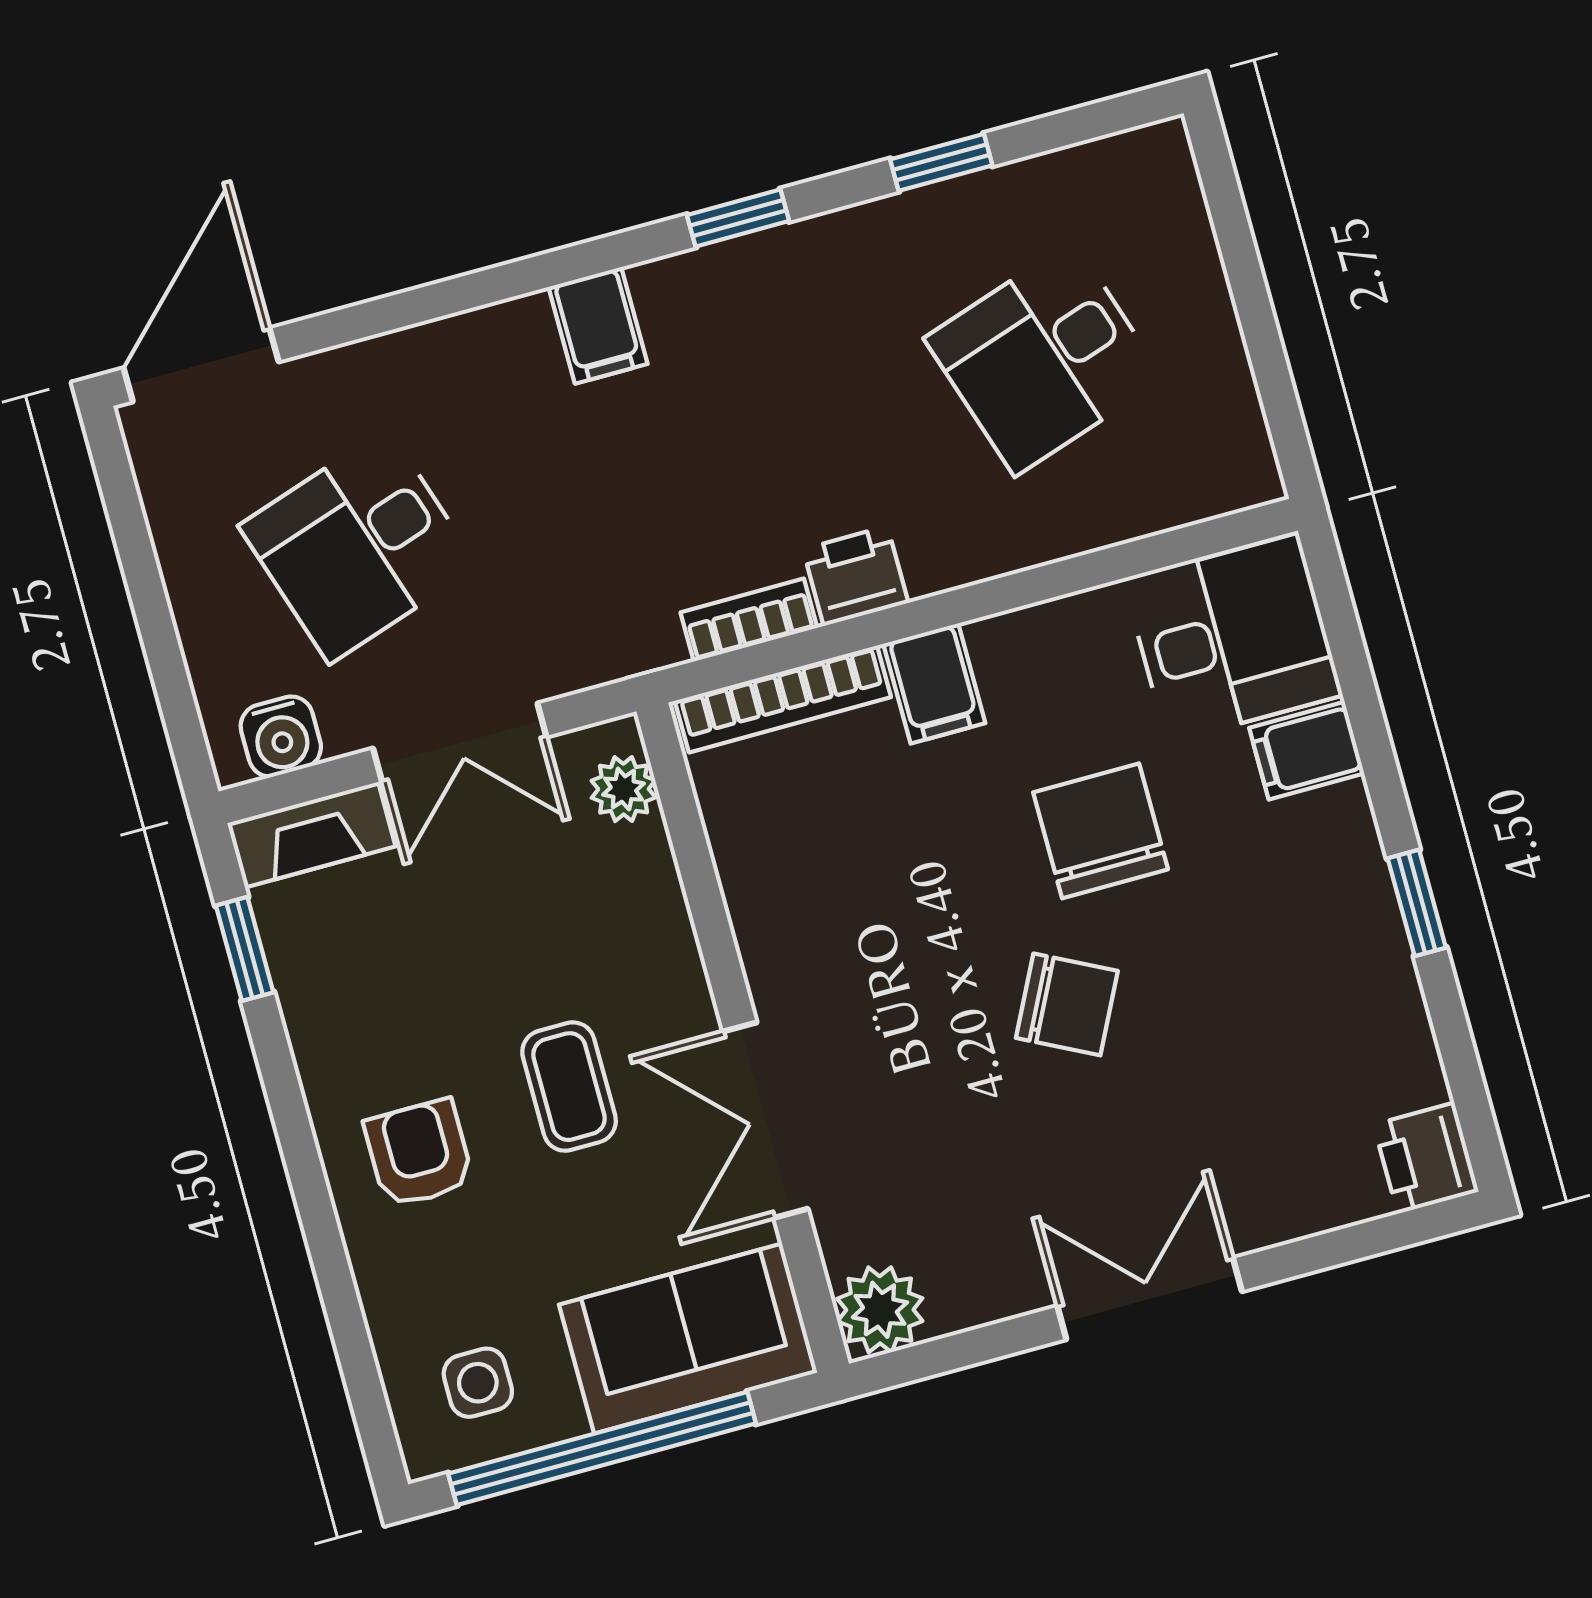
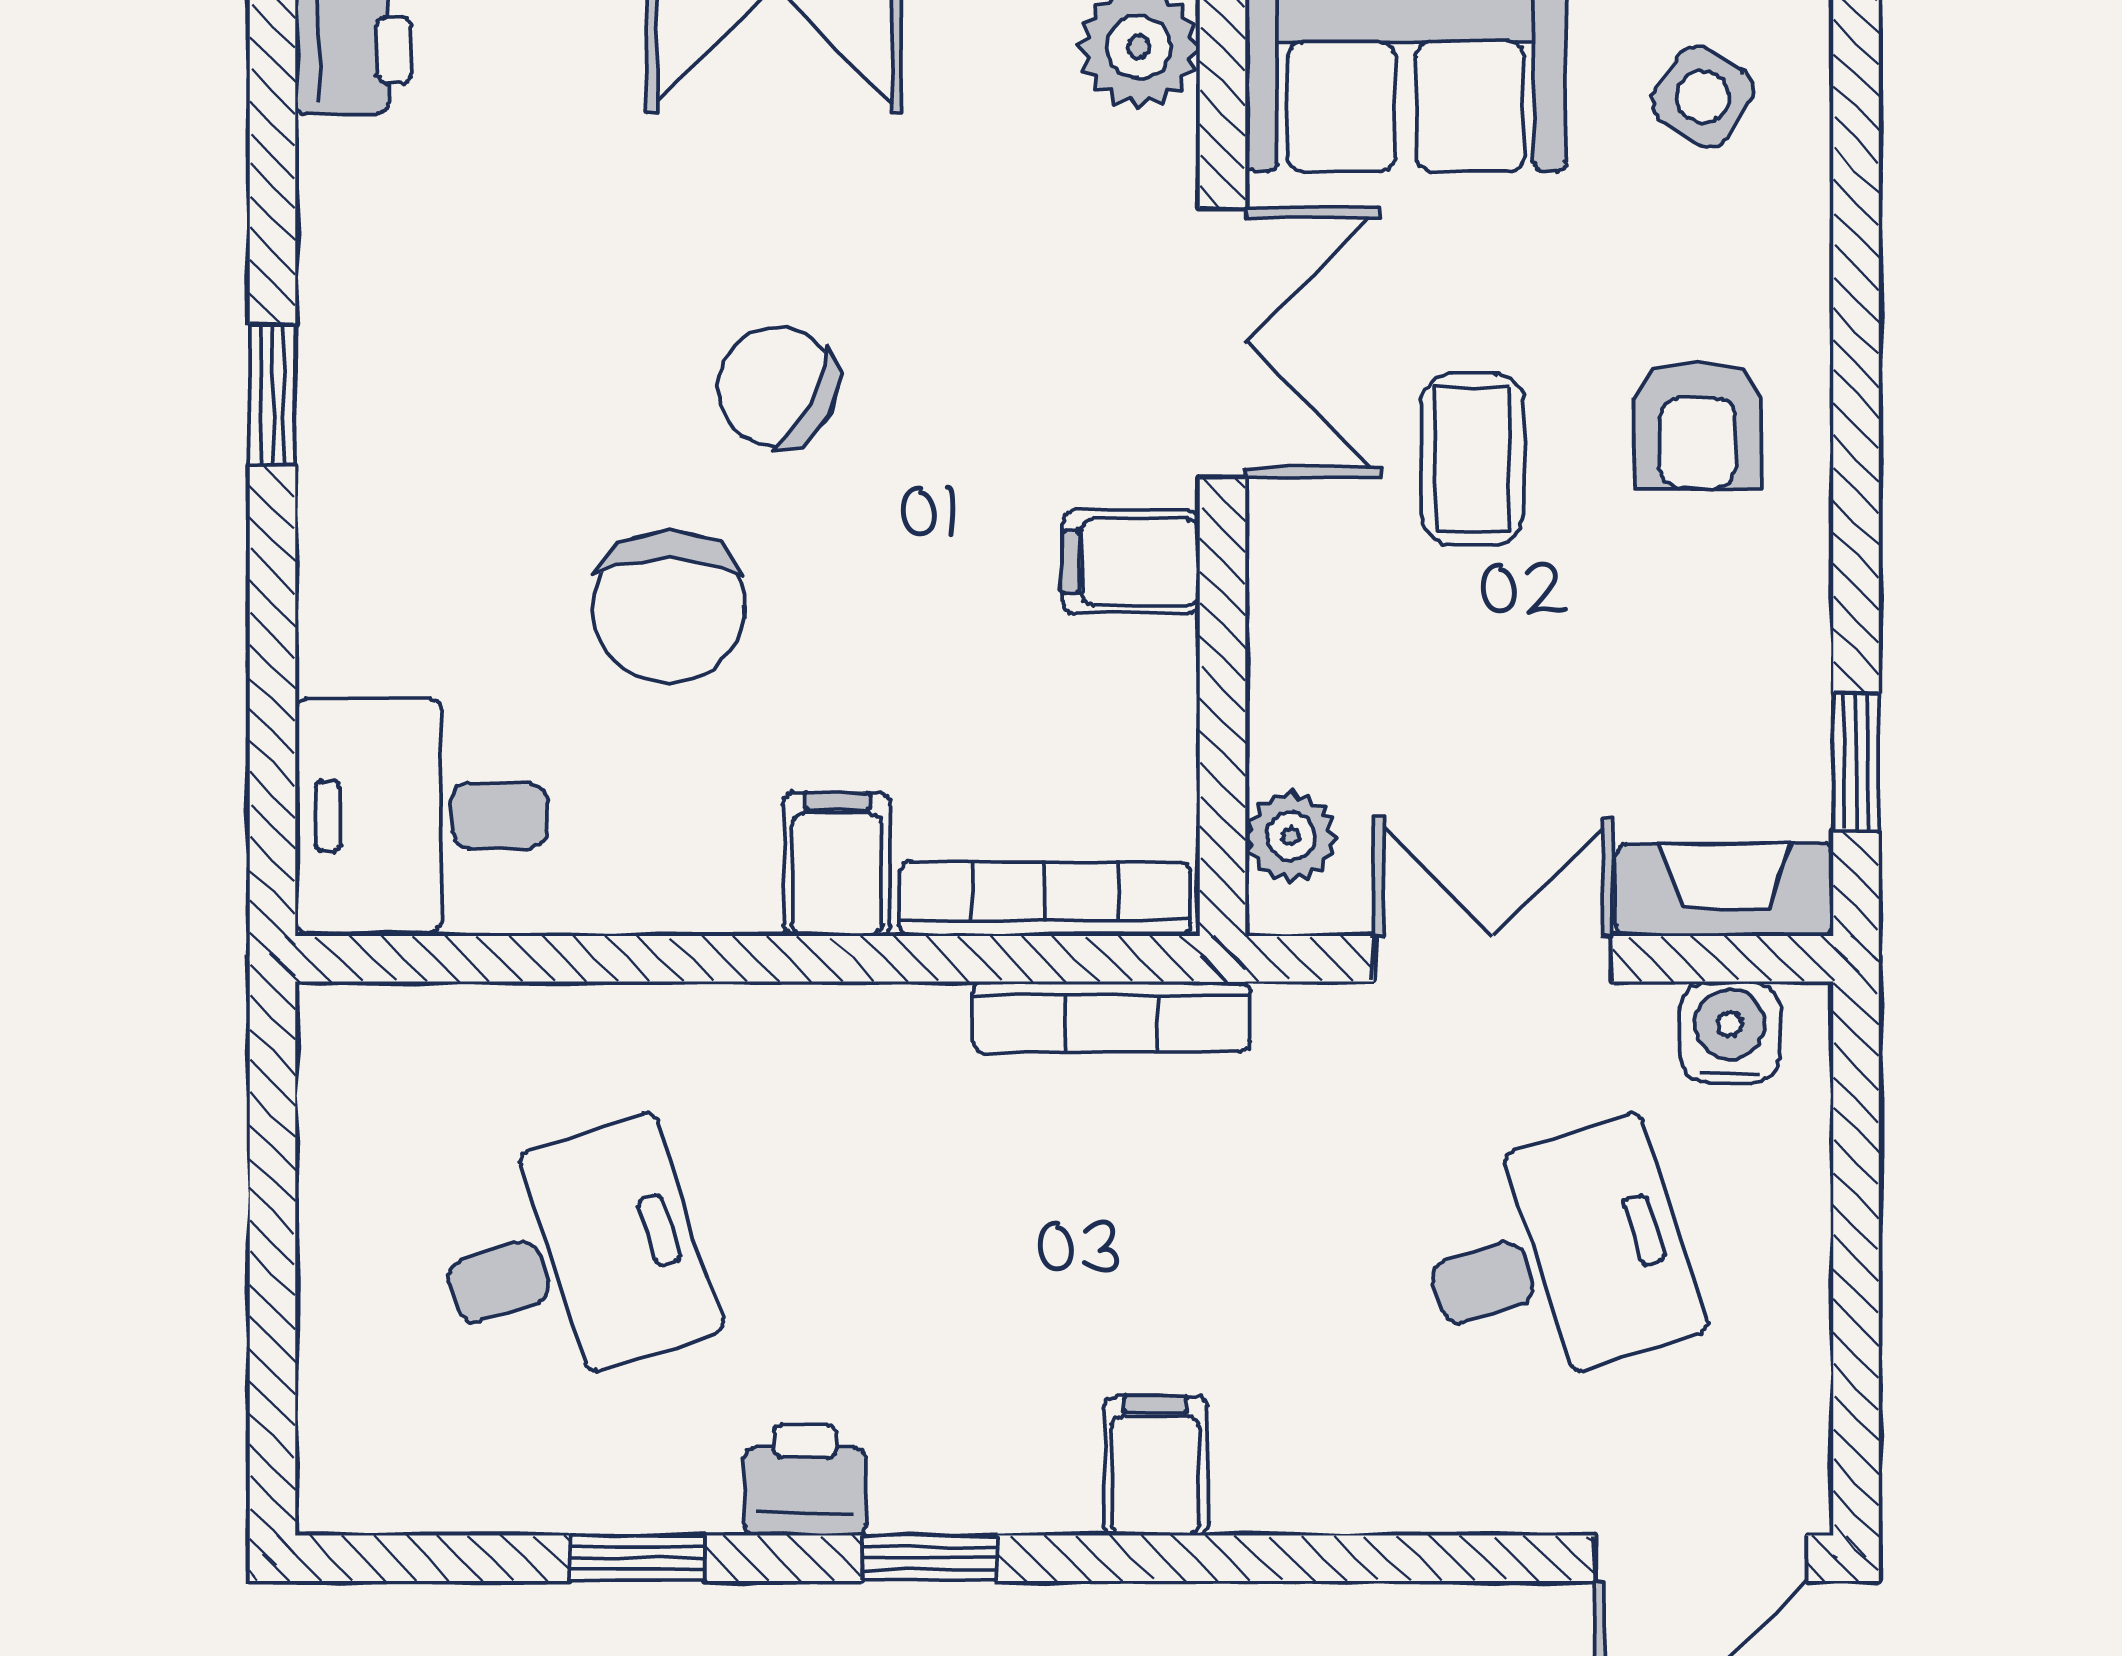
printer: (856, 576) -> (805, 1480), moved, turned 180
bookcase: (749, 620) -> (1111, 1017), width x1.56
filing cabinet: (1307, 751) -> (1131, 562), moved, turned 180
side table: (478, 1383) -> (1703, 97), turned 32

